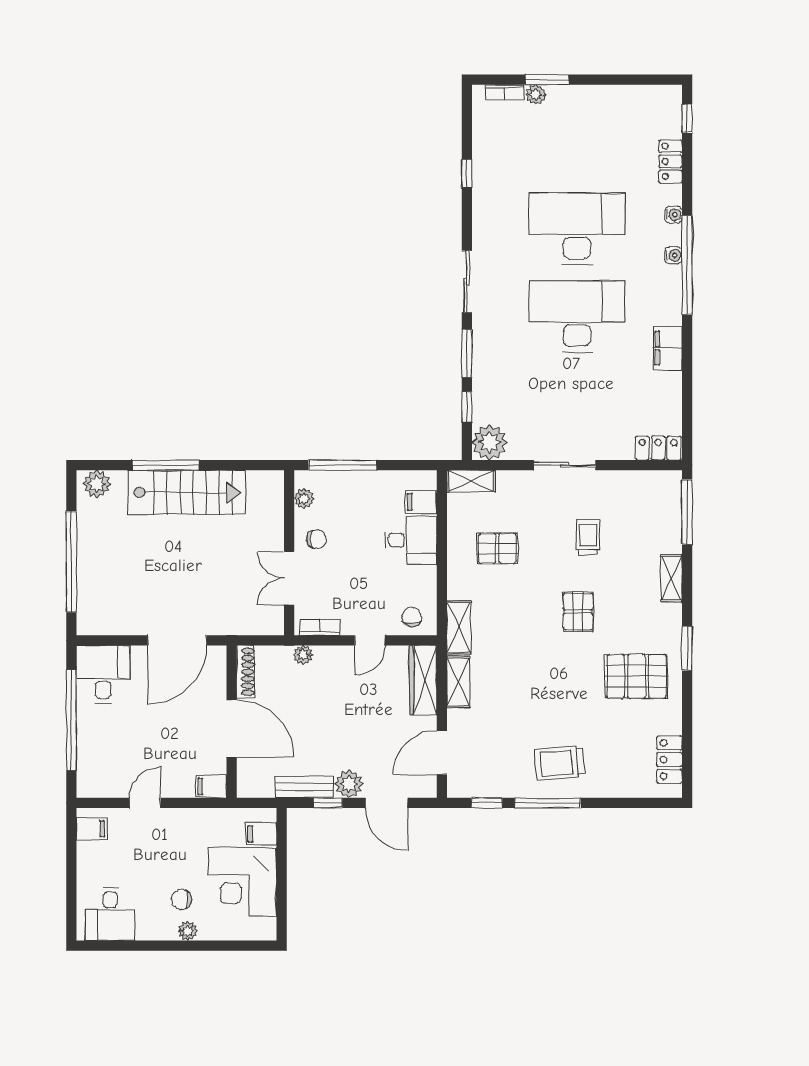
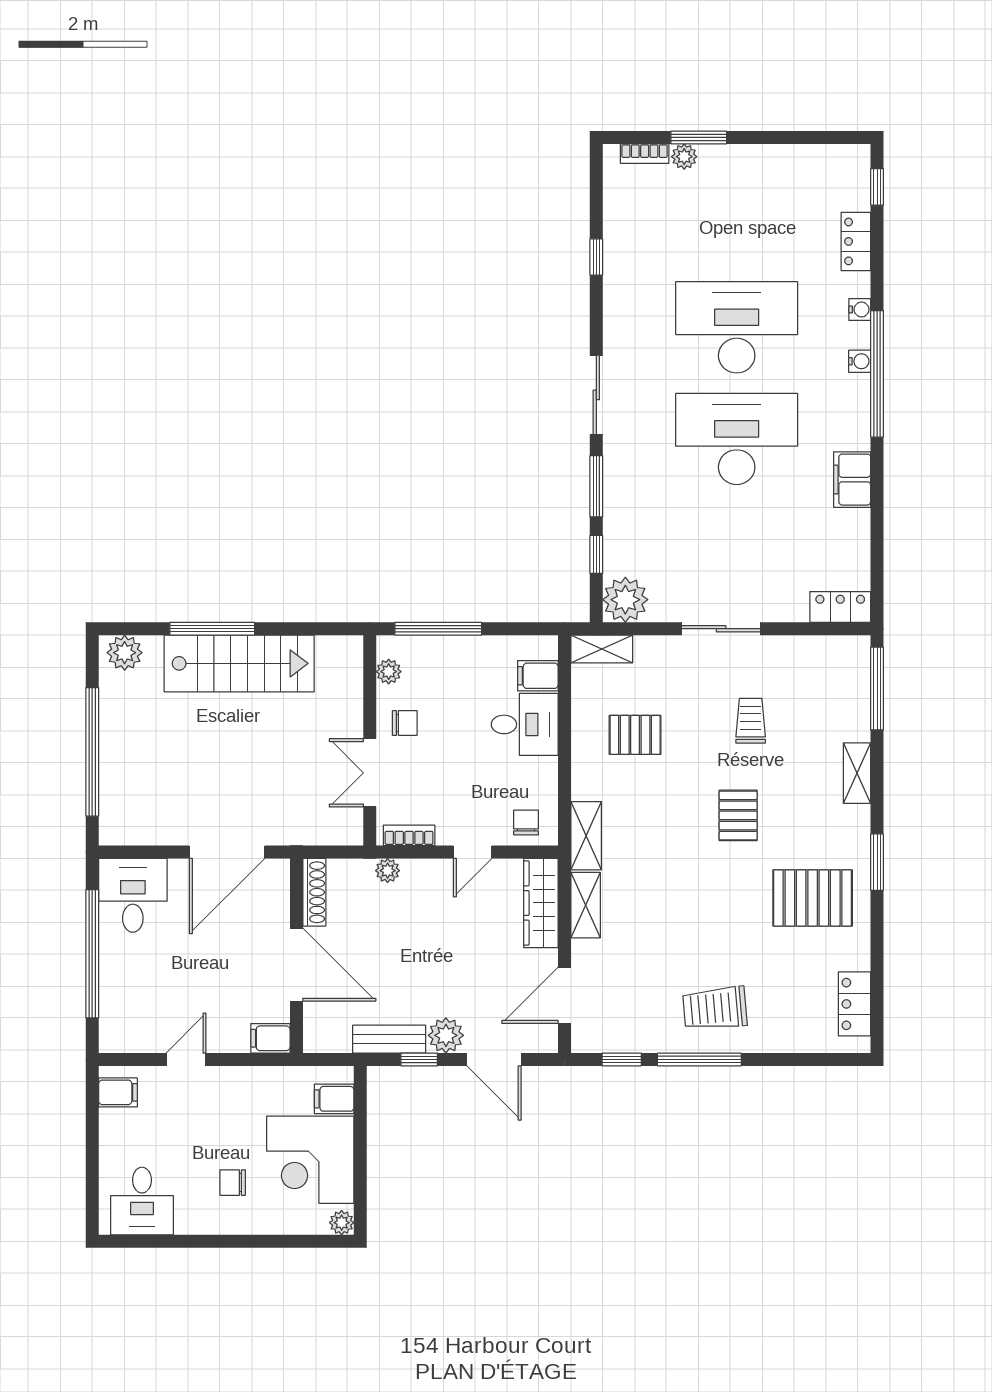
plant: (188, 931) -> (342, 1223), moved

